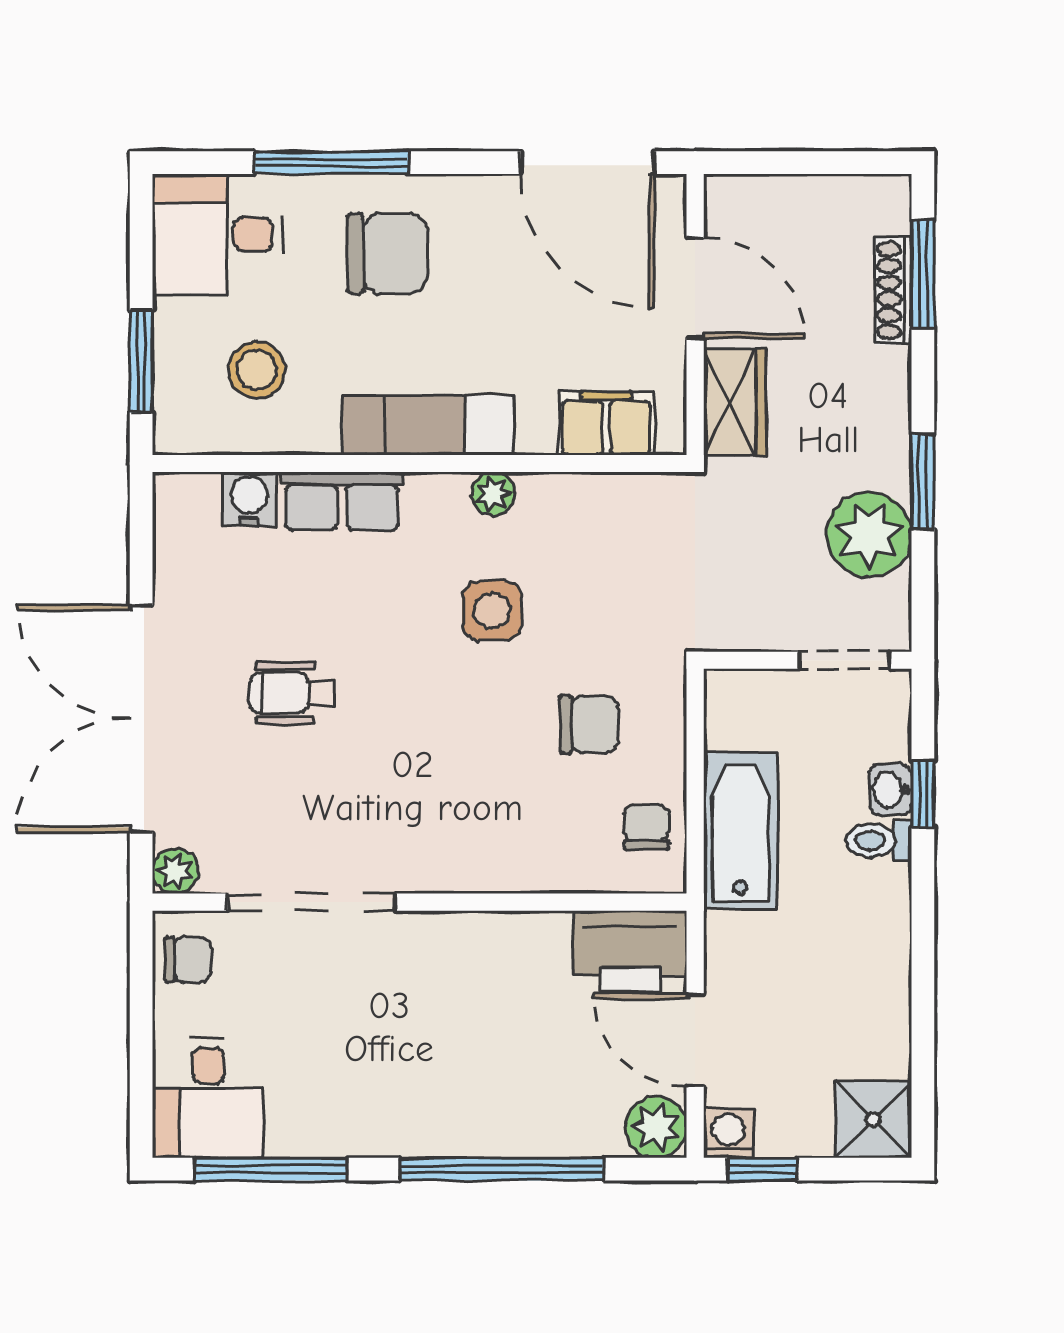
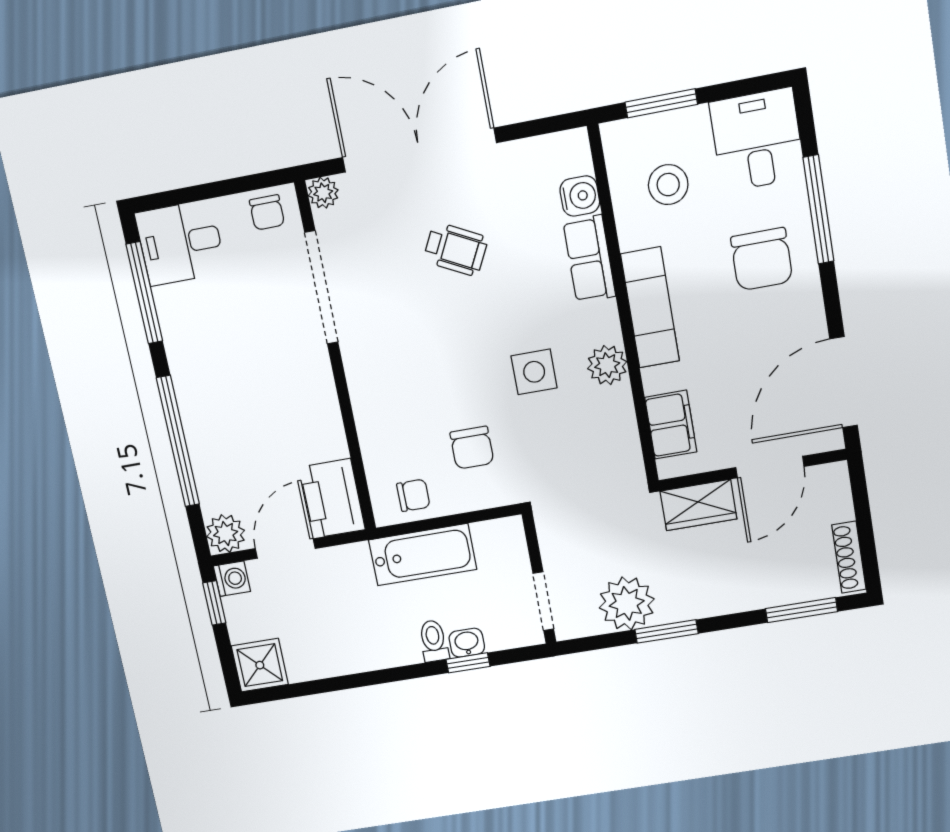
shoe rack: (893, 291) -> (849, 557), moved, turned -90
plant: (493, 494) -> (607, 365), width x1.38, depth x1.38
wheelchair: (292, 693) -> (456, 249), turned 117

